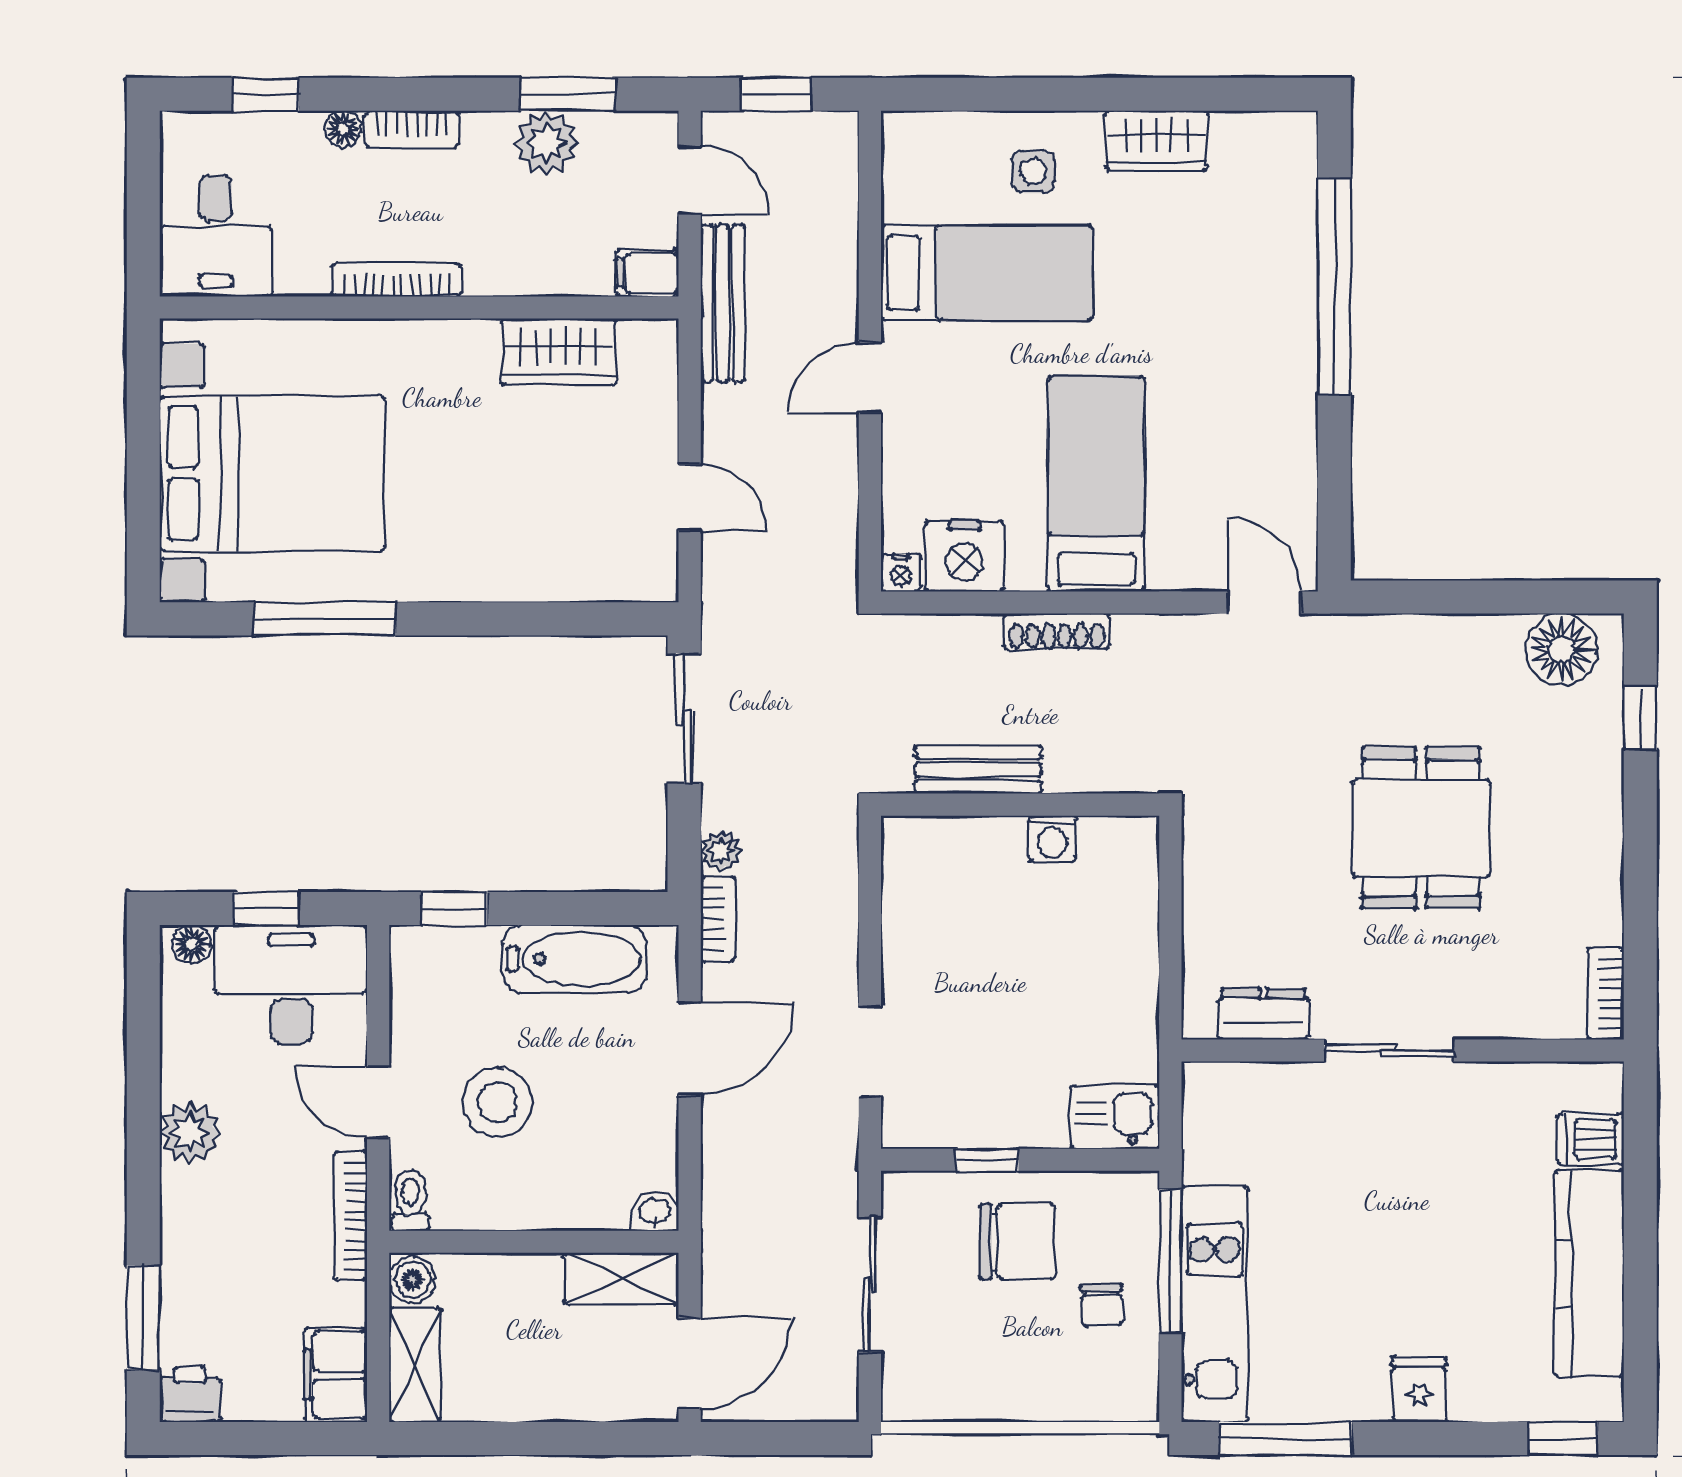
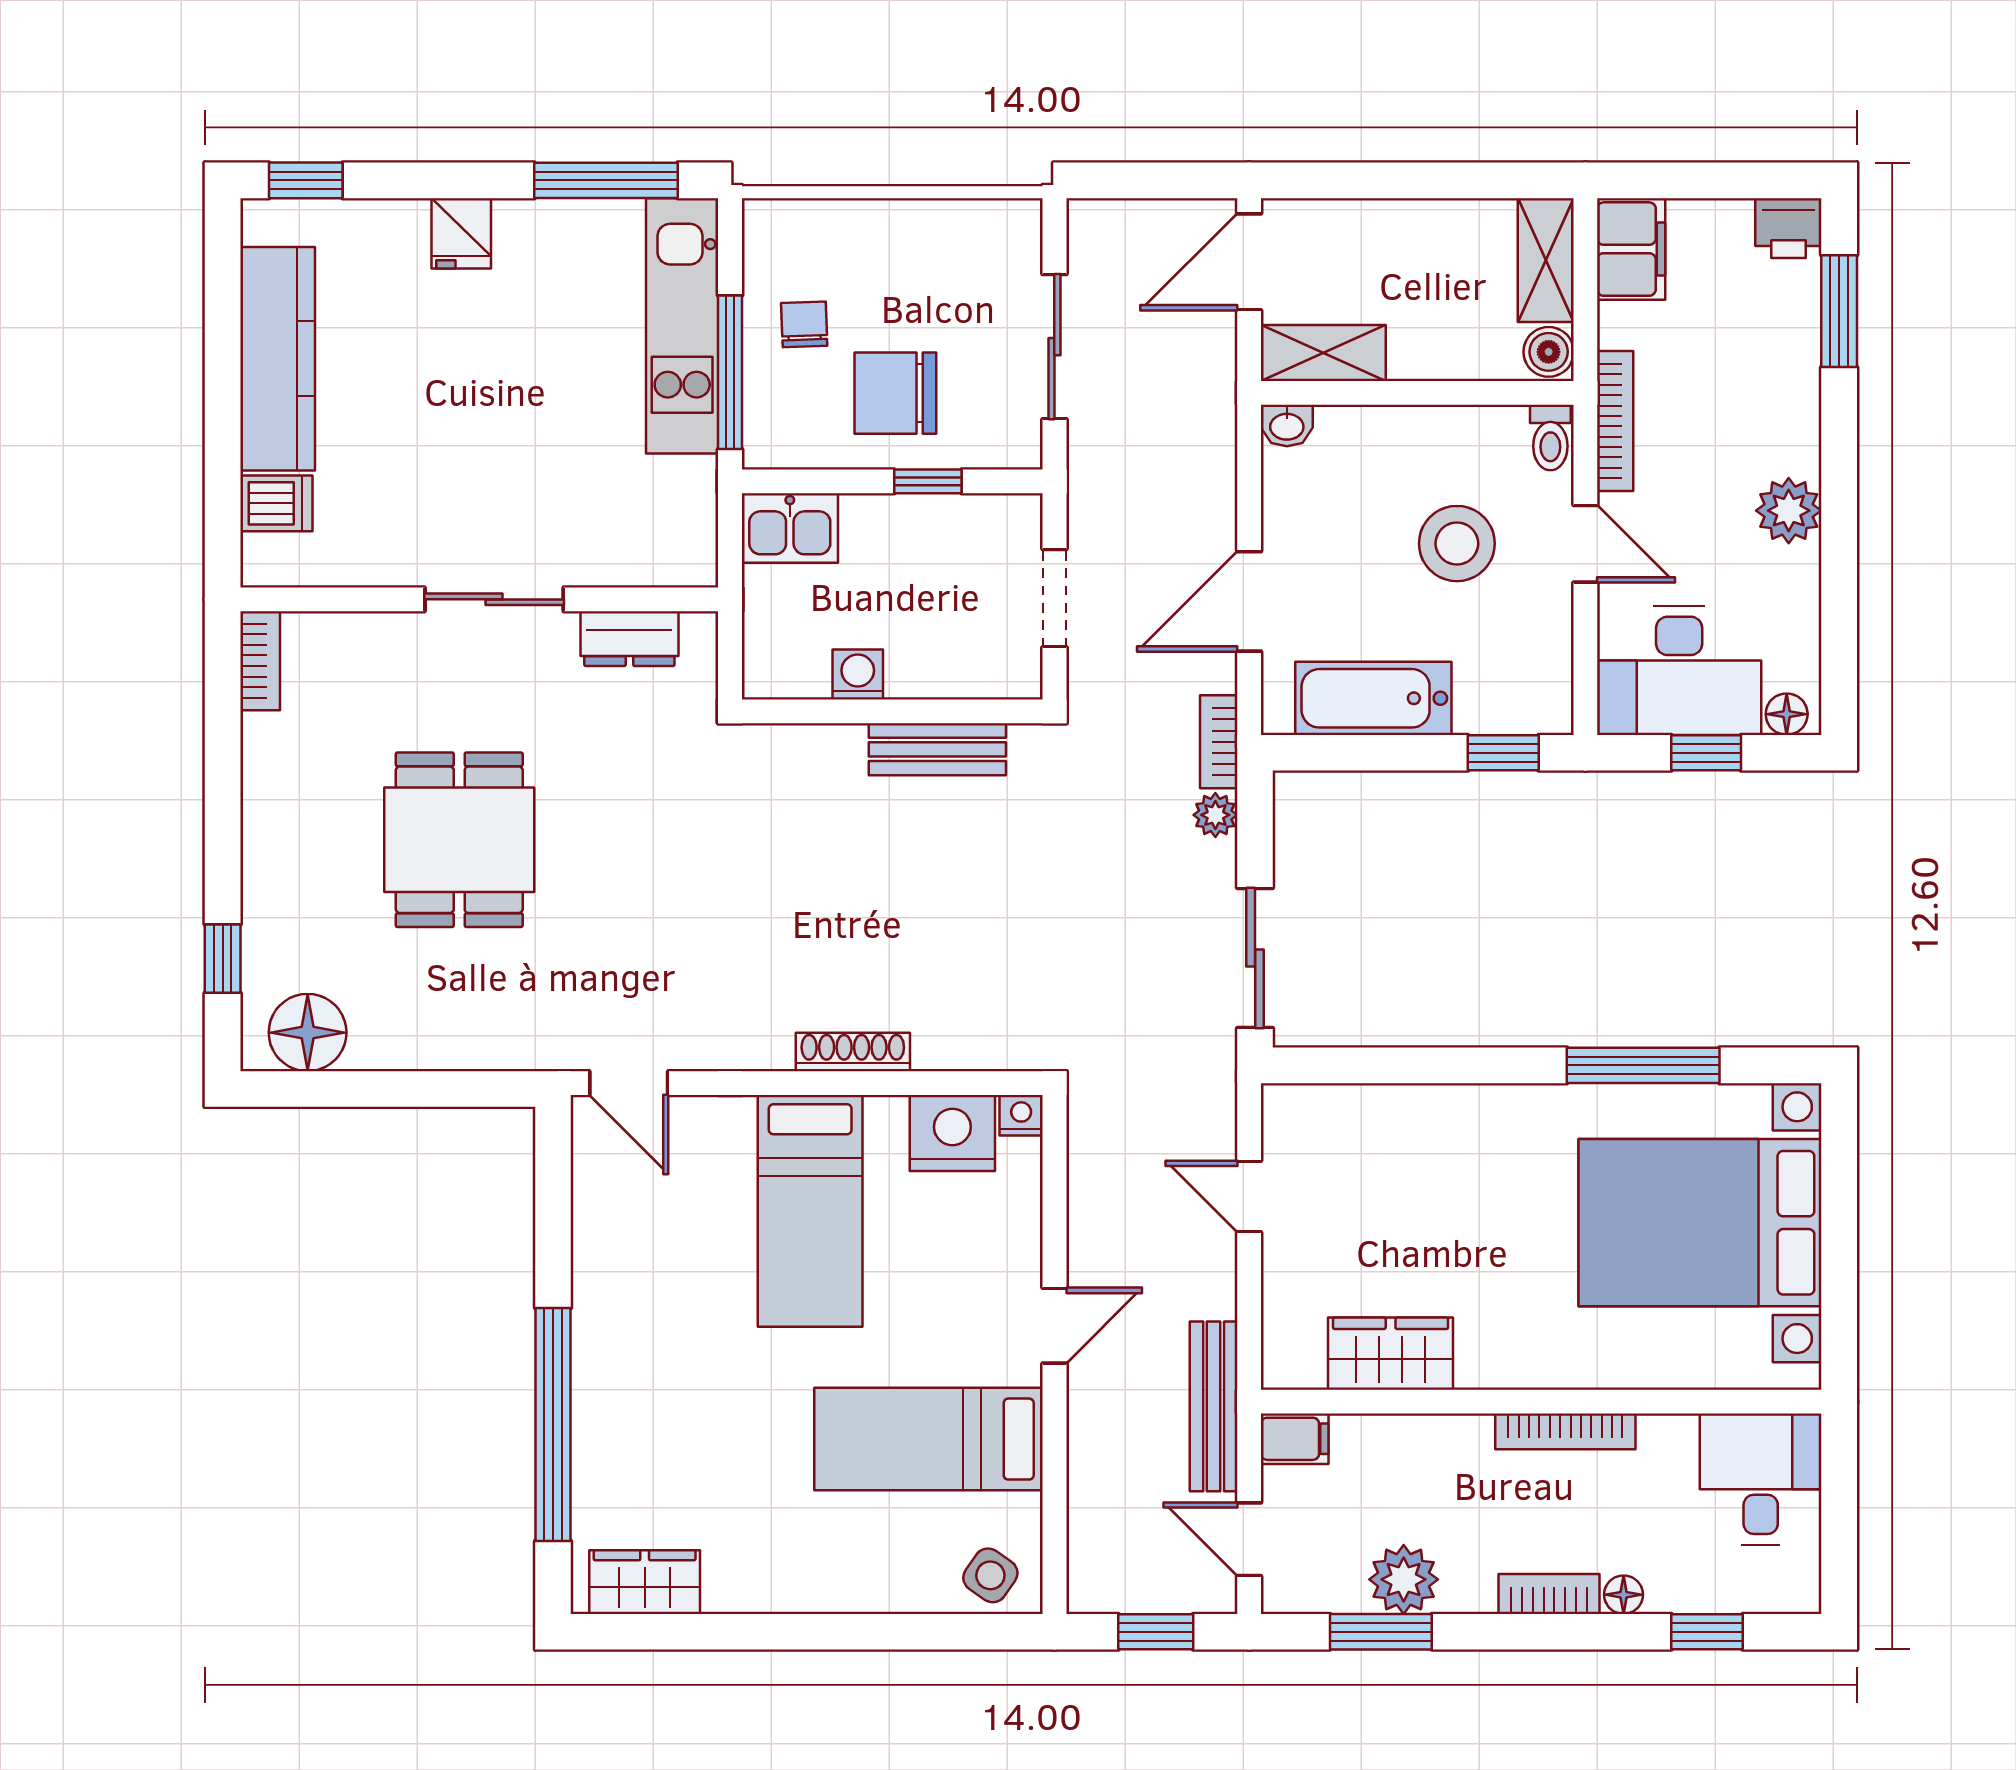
wardrobe: (1157, 140) -> (645, 1582), moved
side table: (1033, 171) -> (990, 1575), moved, turned 35
bench: (978, 770) -> (937, 749), moved
wall: (1020, 805) -> (892, 711), moved
washing machine: (1052, 839) -> (858, 674), moved

